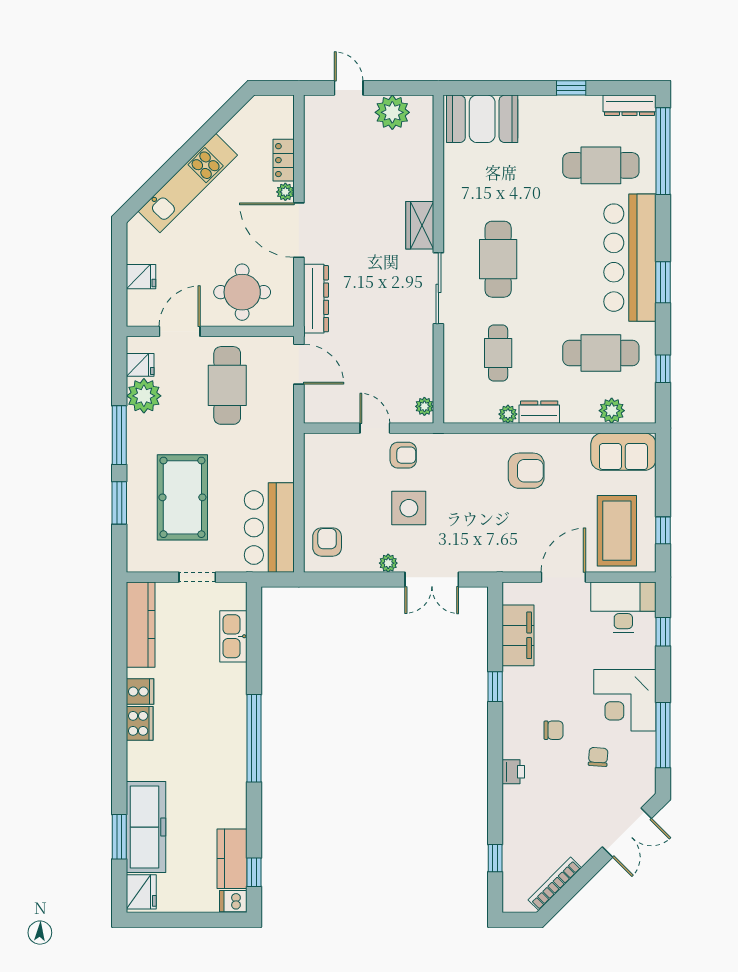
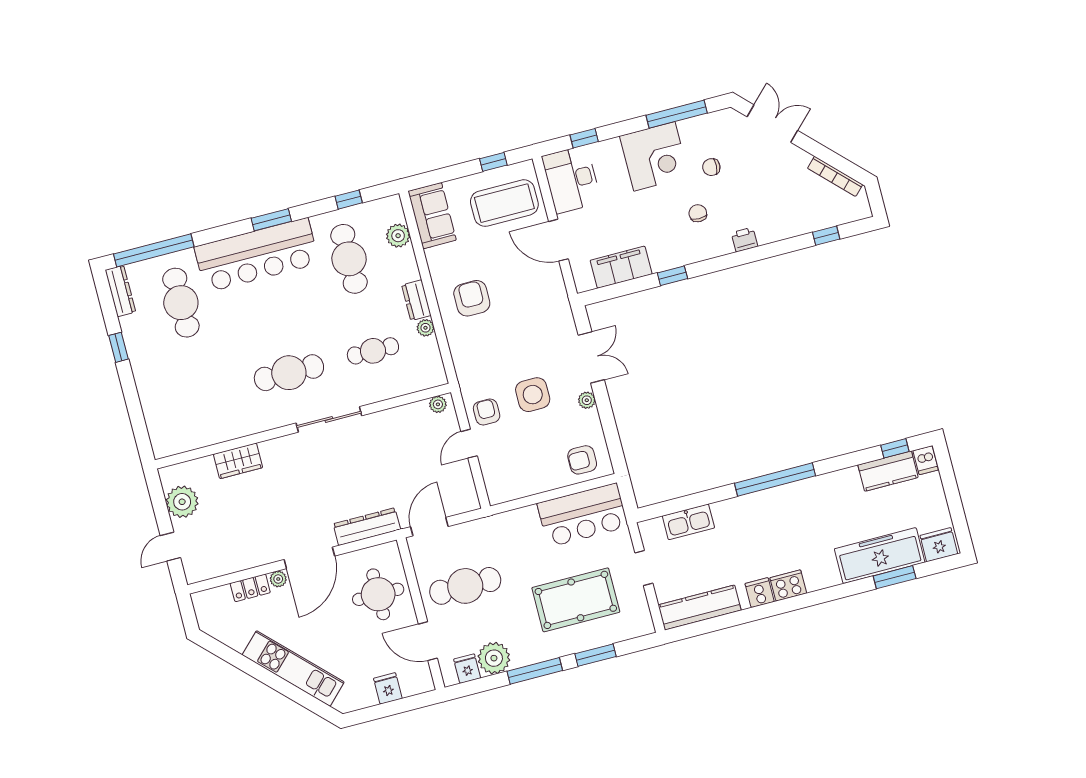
booth: (482, 119) -> (167, 420), removed
wardrobe: (420, 225) -> (238, 461), moved

